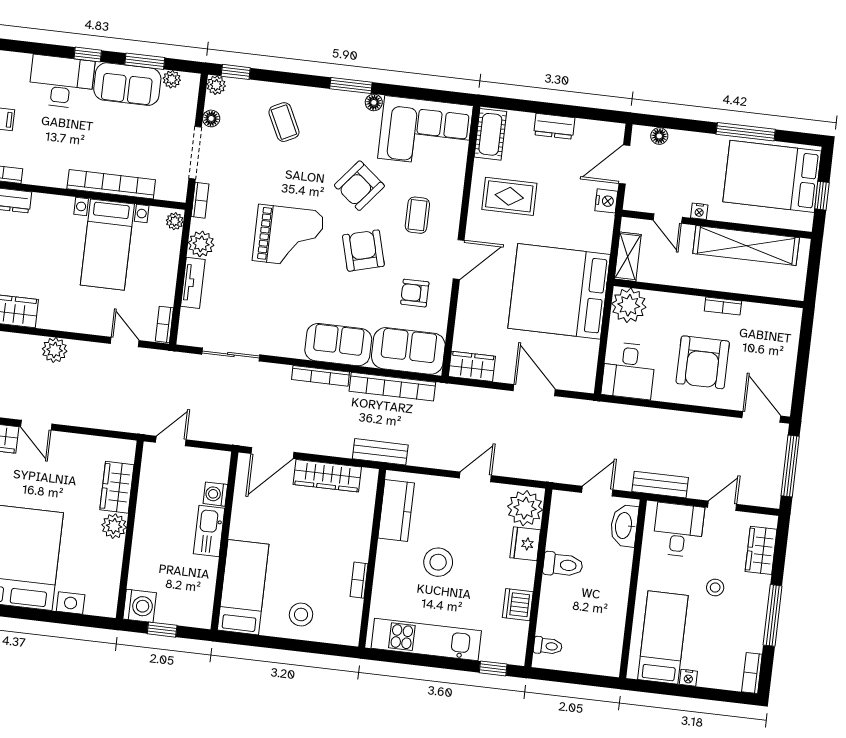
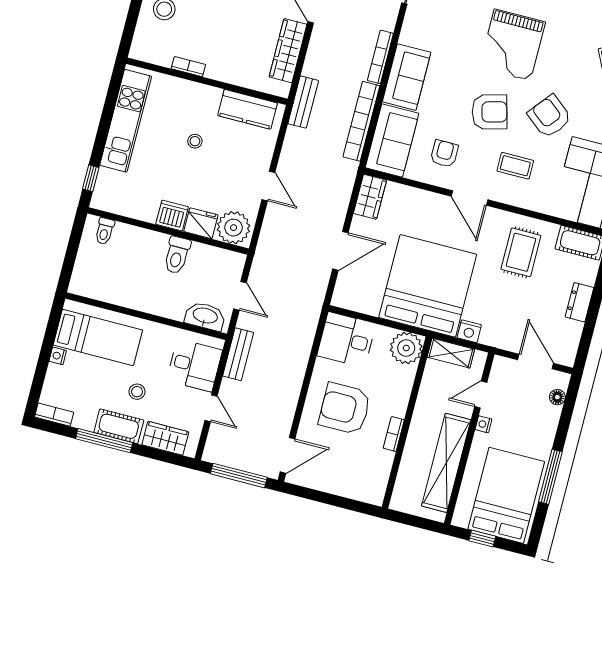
nightstand: (606, 201) -> (469, 331), moved
stool: (438, 562) -> (195, 141), width x0.53, depth x0.53
cot: (755, 602) -> (119, 426), added
dishwasher: (518, 605) -> (172, 216), moved

